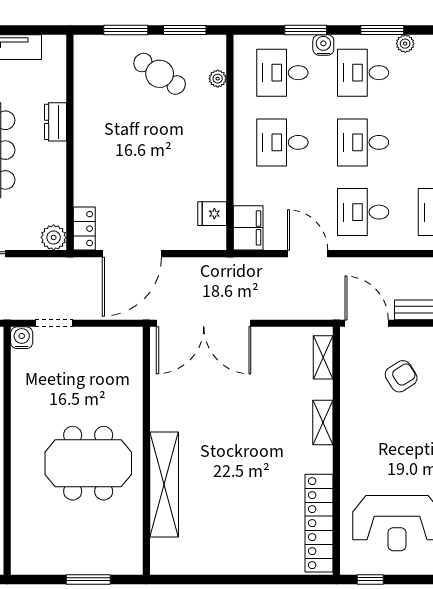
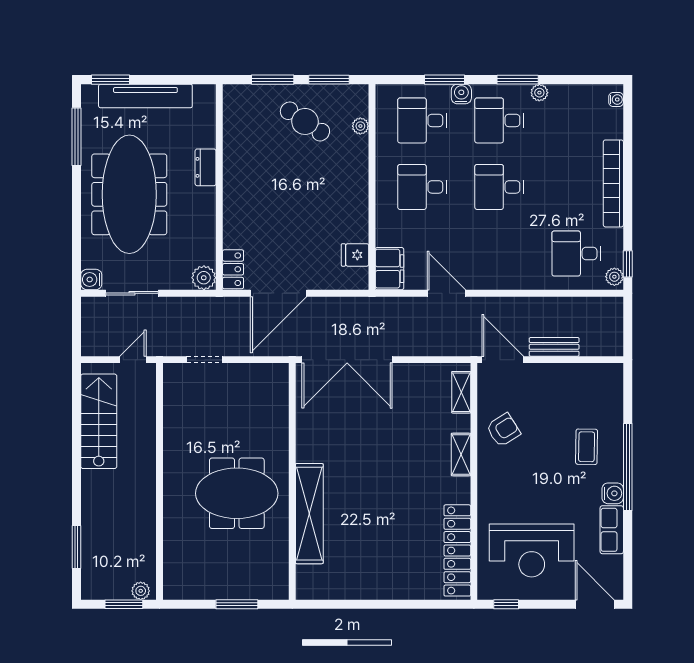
desk: (363, 212) -> (499, 253), removed
water cooler: (22, 338) -> (173, 373), removed
armchair: (401, 376) -> (503, 430), moved

